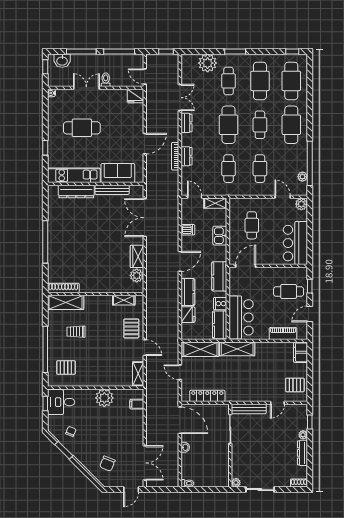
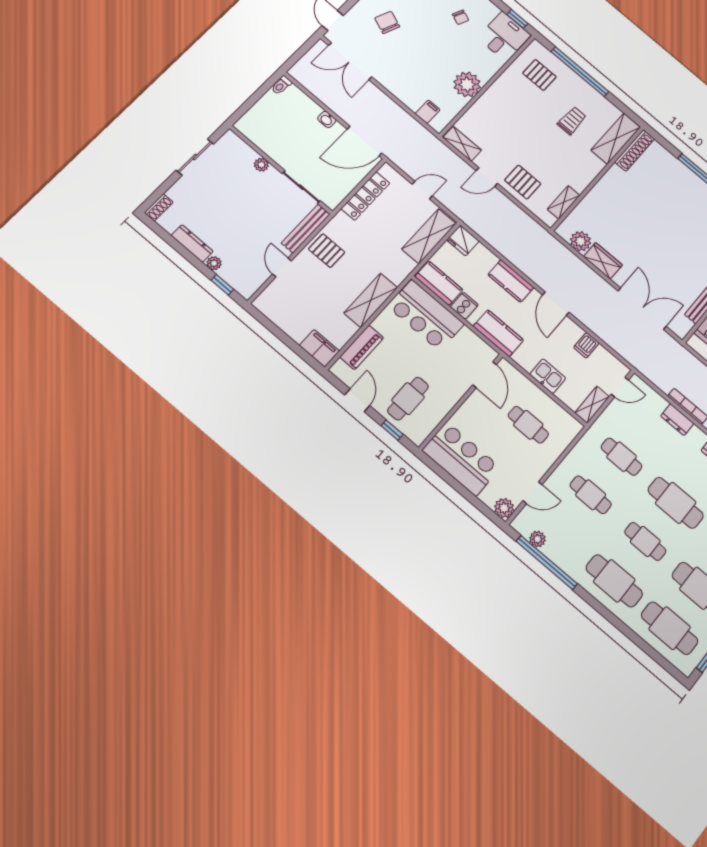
fridge: (188, 315) -> (463, 240), moved
shelving: (237, 349) -> (371, 300), moved
pallet: (66, 368) -> (539, 75), turned 90
pallet: (295, 385) -> (327, 251), moved, turned 90
plant: (236, 483) -> (261, 165), moved

